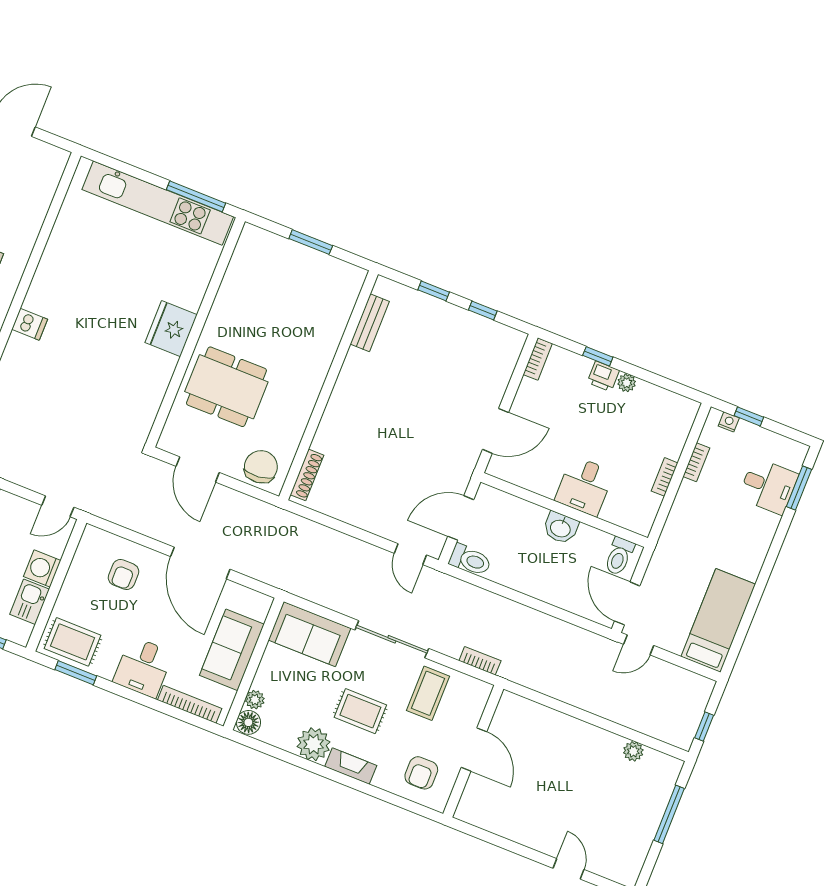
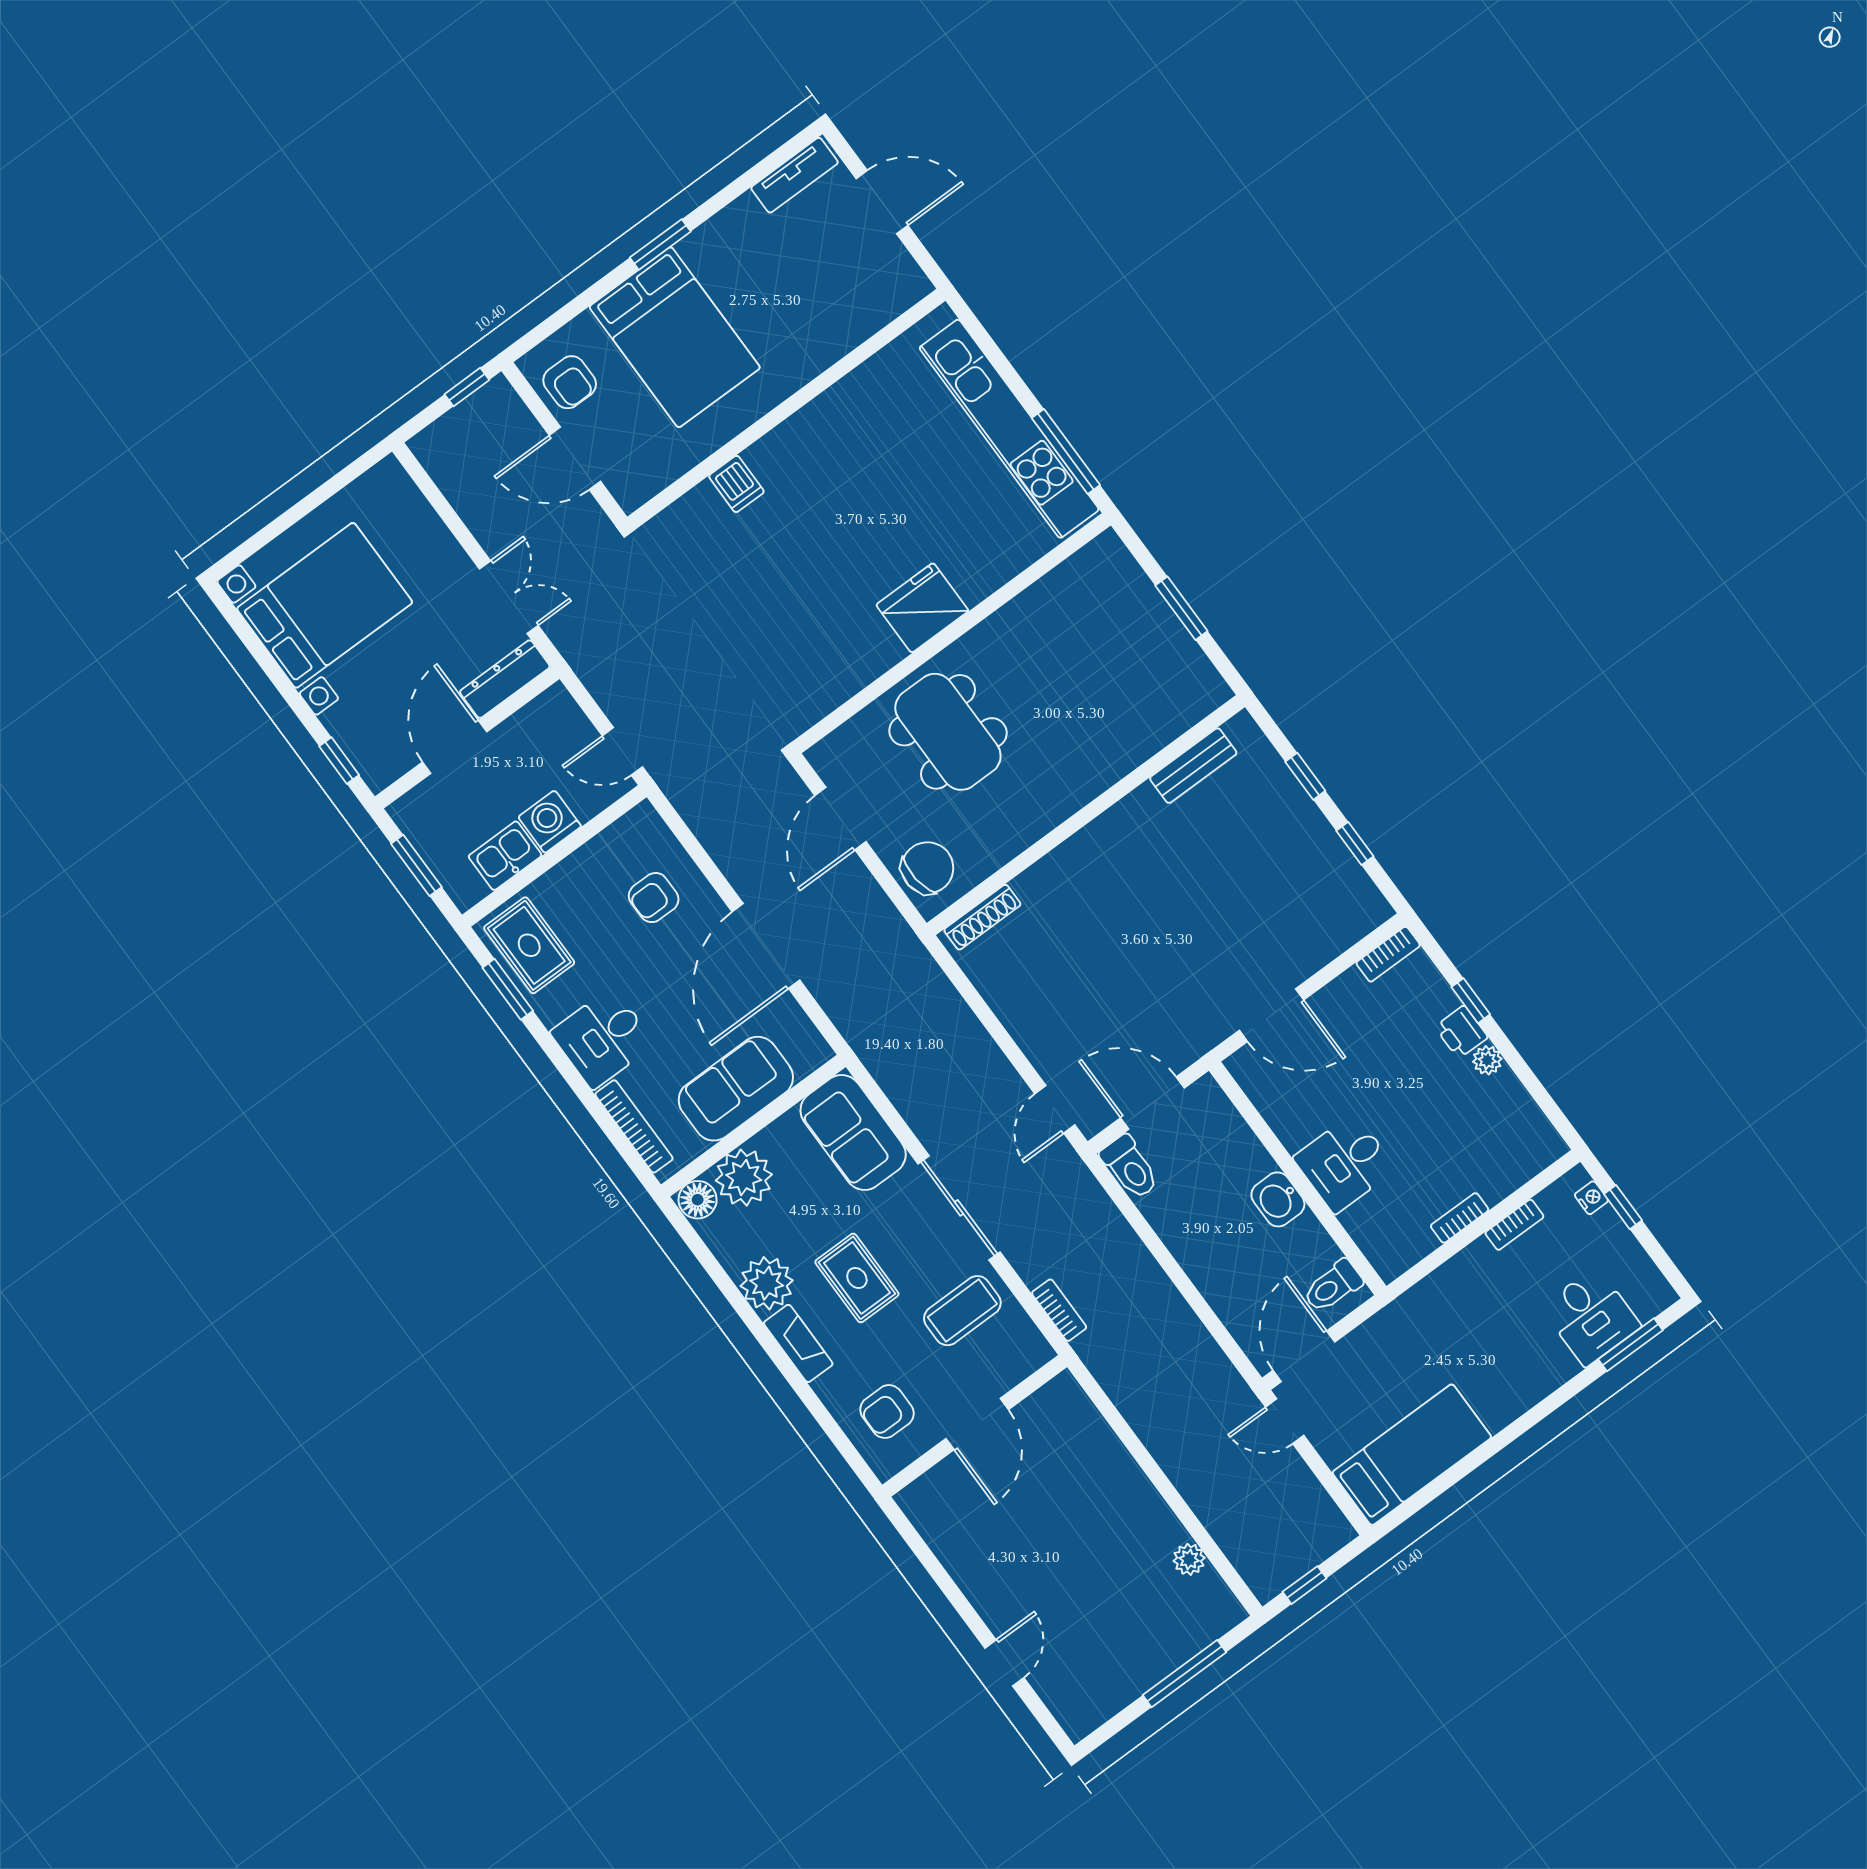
plant: (255, 700) -> (744, 1178), width x1.87, depth x1.87

